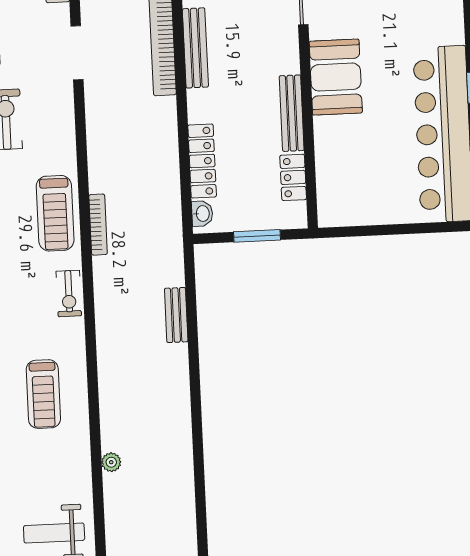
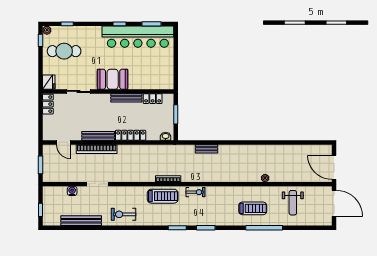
locker: (202, 161) -> (131, 135), moved
treadmill: (43, 394) -> (253, 208), moved

